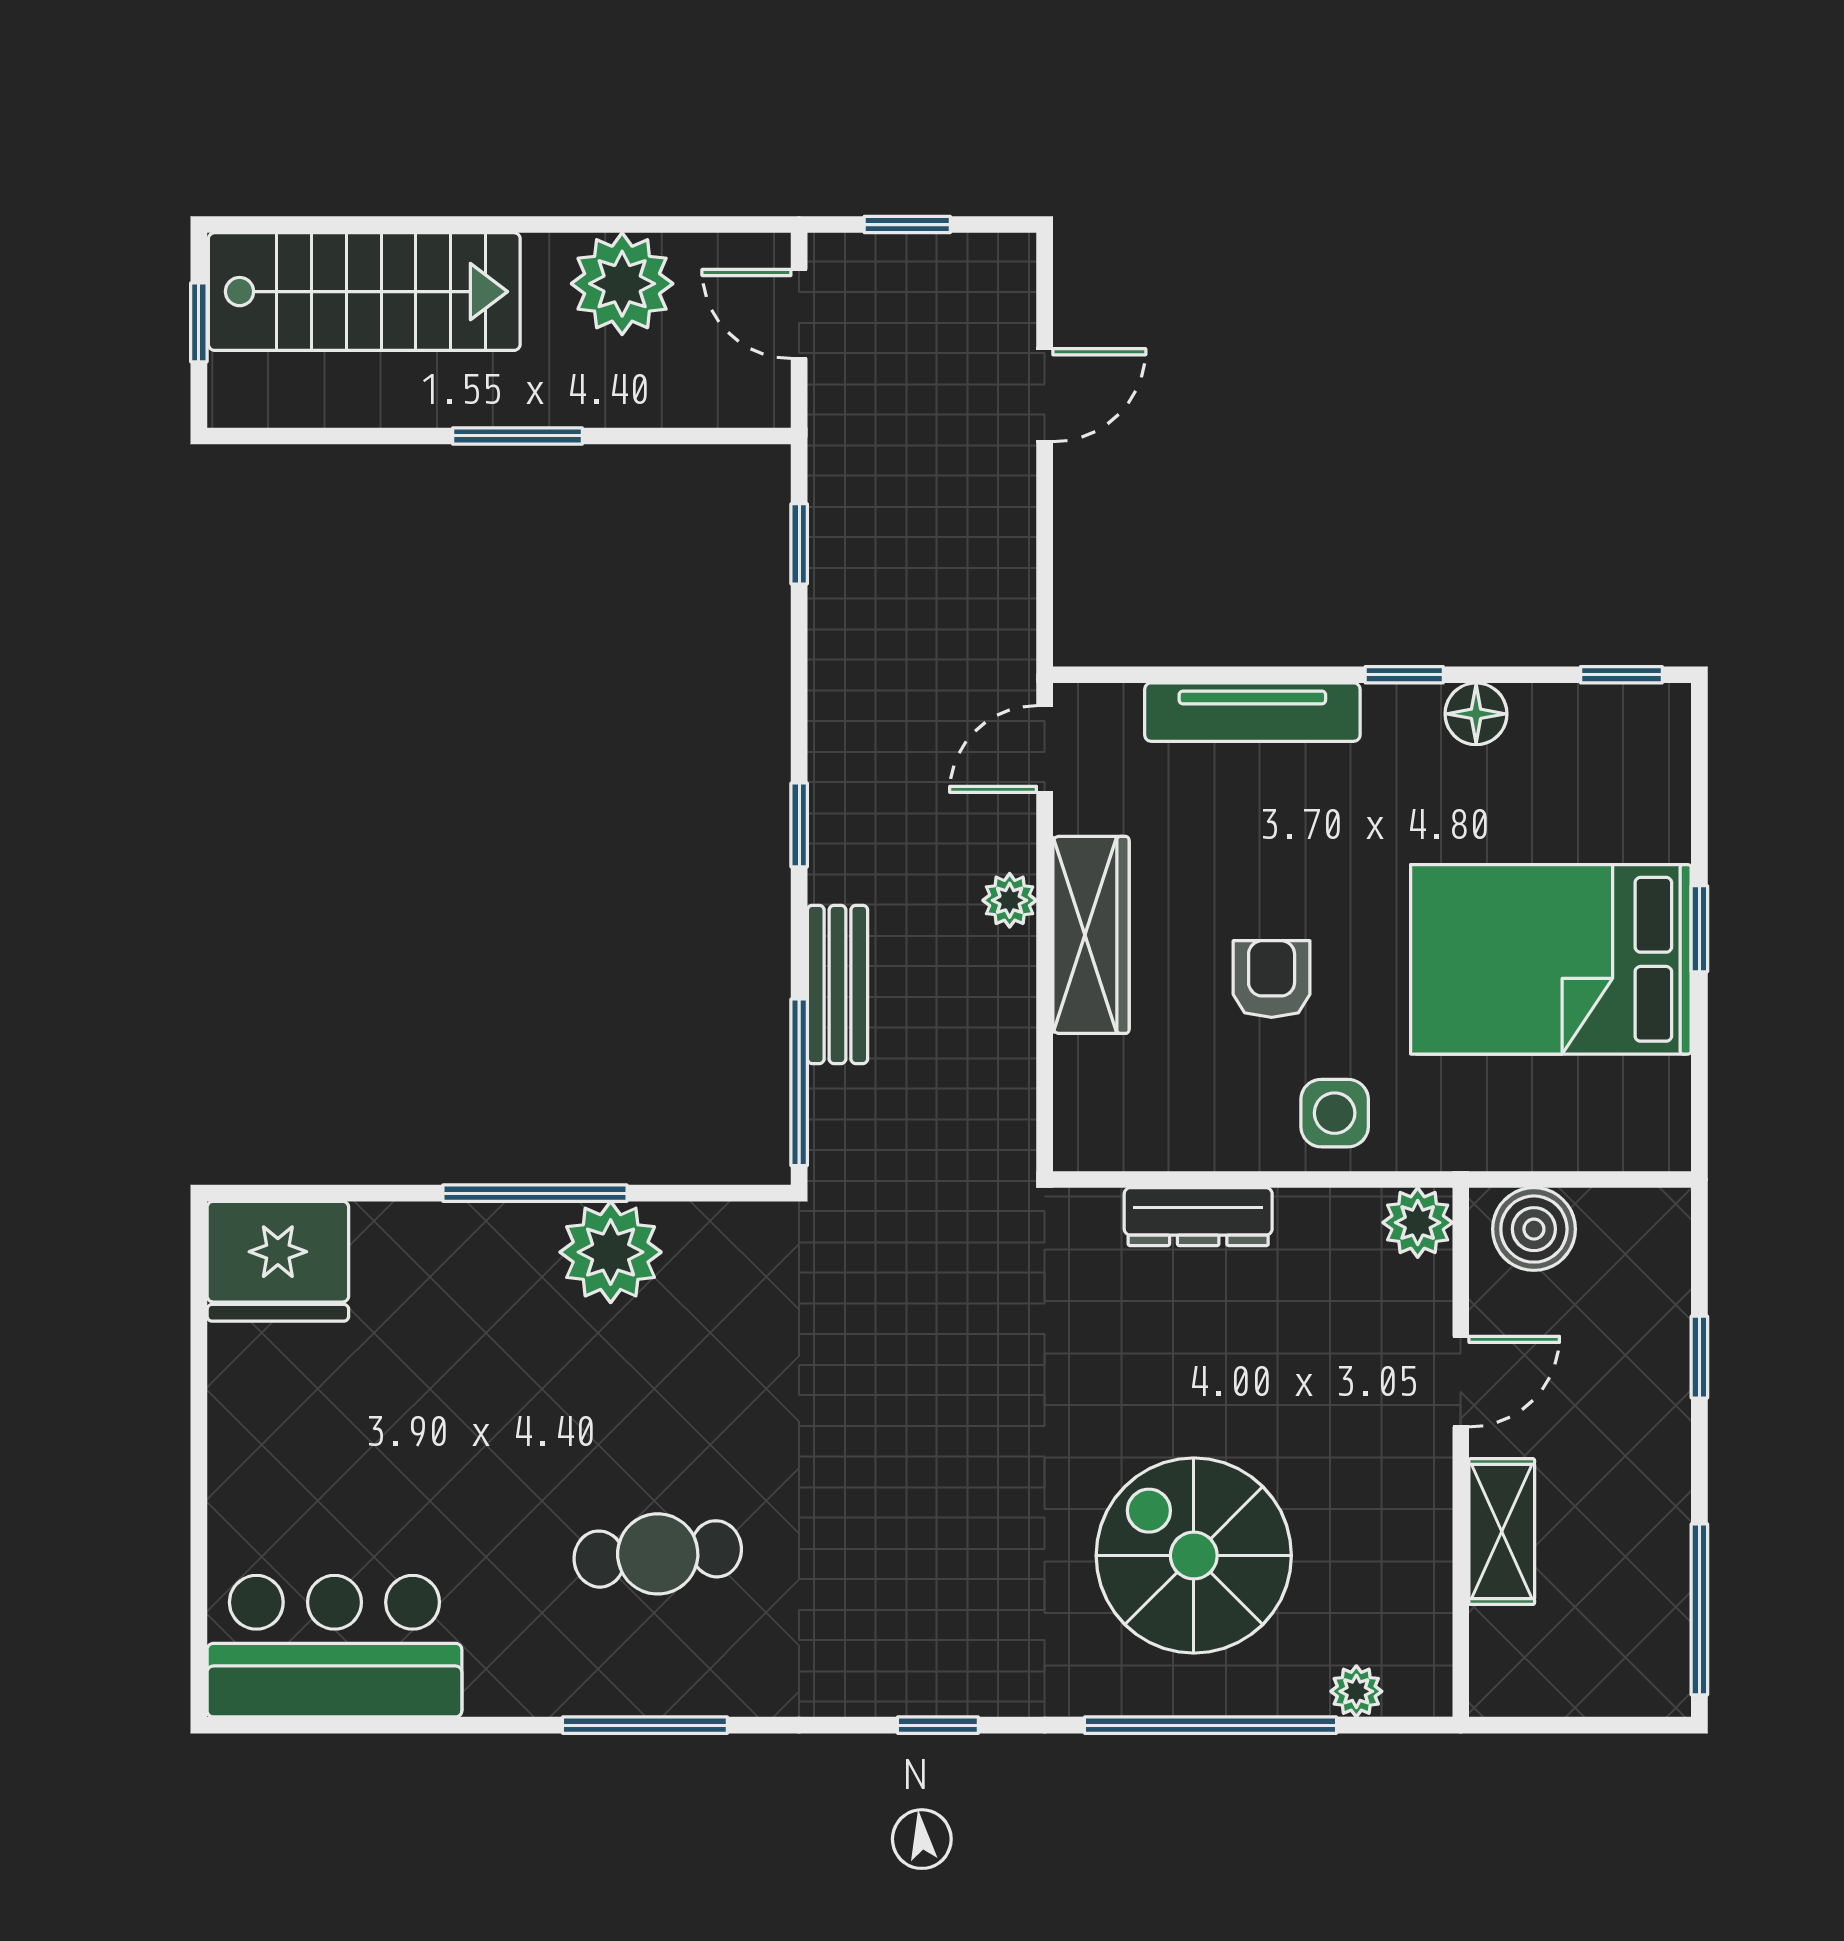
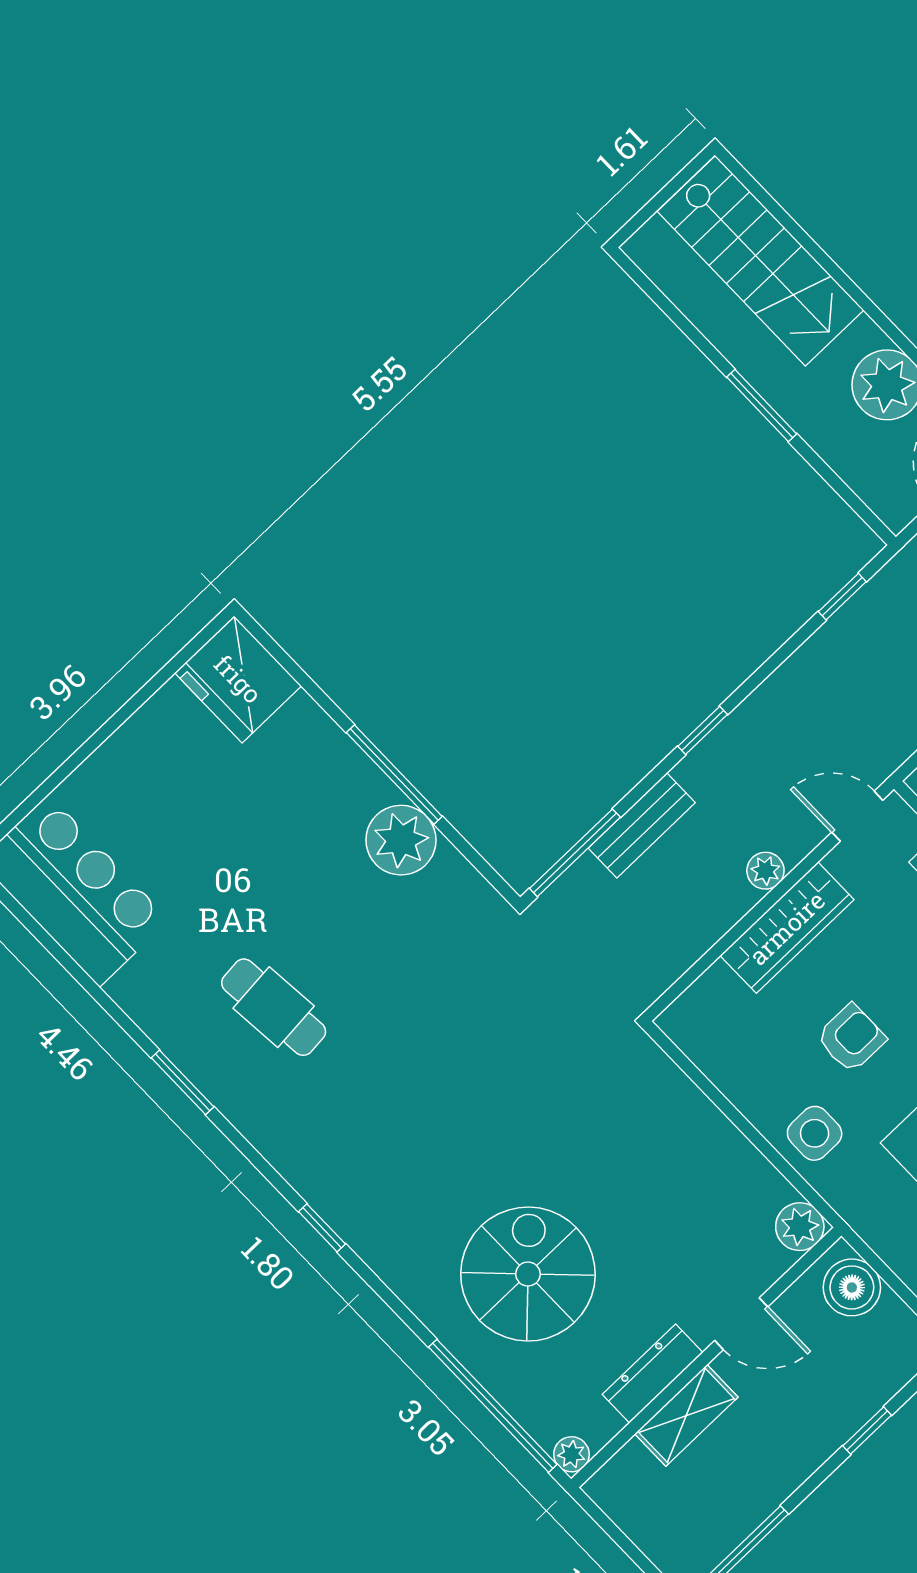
window: (199, 322) -> (666, 193), removed
dresser: (1198, 1217) -> (653, 1373), moved, turned 90
plant: (1356, 1691) -> (572, 1454), moved
window: (645, 1725) -> (183, 1082), width x0.69
window: (1210, 1725) -> (493, 1406), moved

